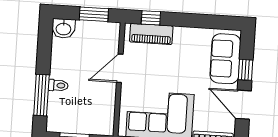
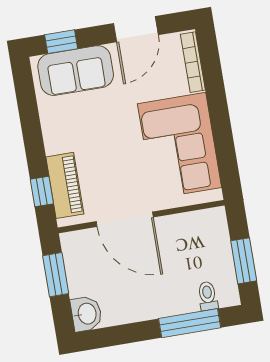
door: (120, 68) -> (125, 219), width x1.36
window: (246, 70) -> (61, 42), moved
toilet: (58, 85) -> (208, 296), moved

